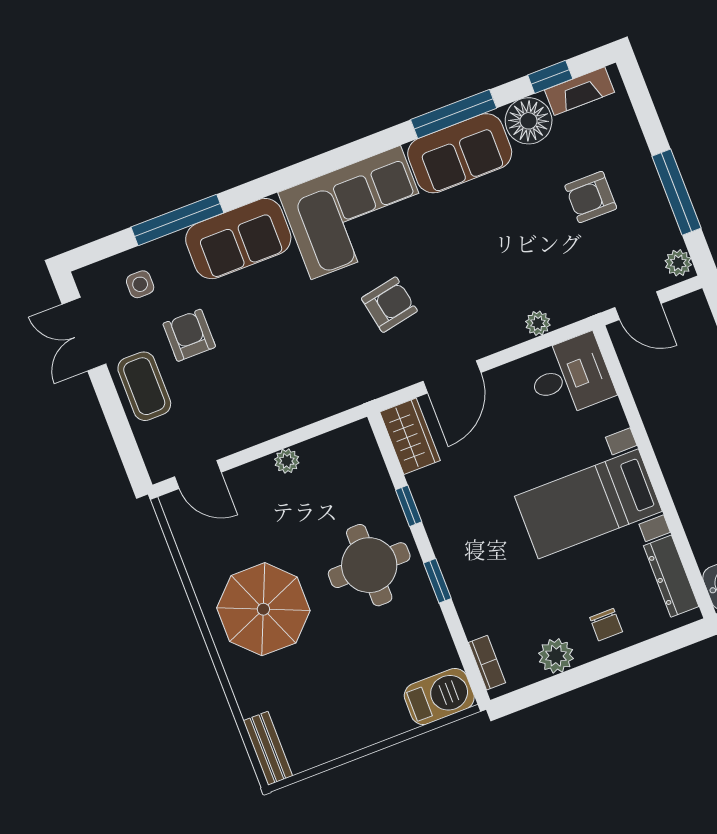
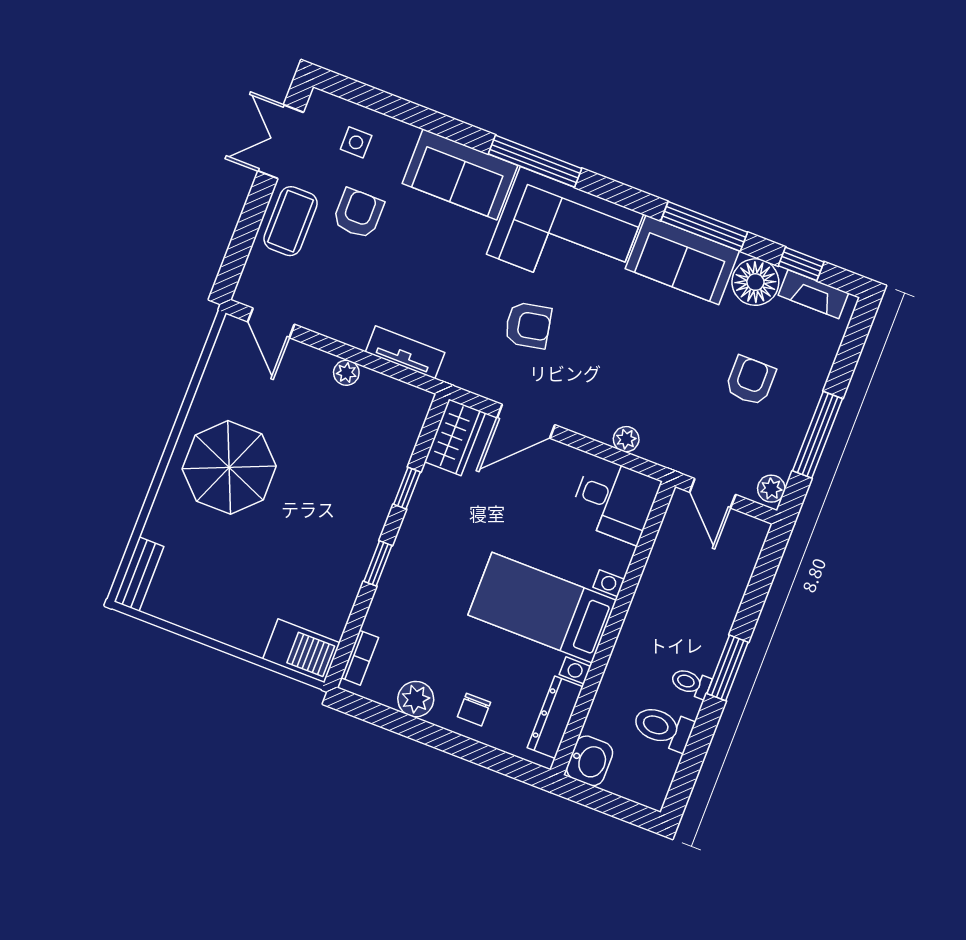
armchair: (591, 197) -> (750, 381), turned 90
window: (177, 220) -> (535, 161), moved
tv unit: (317, 407) -> (405, 352), added
round table: (369, 565) -> (338, 506), removed

